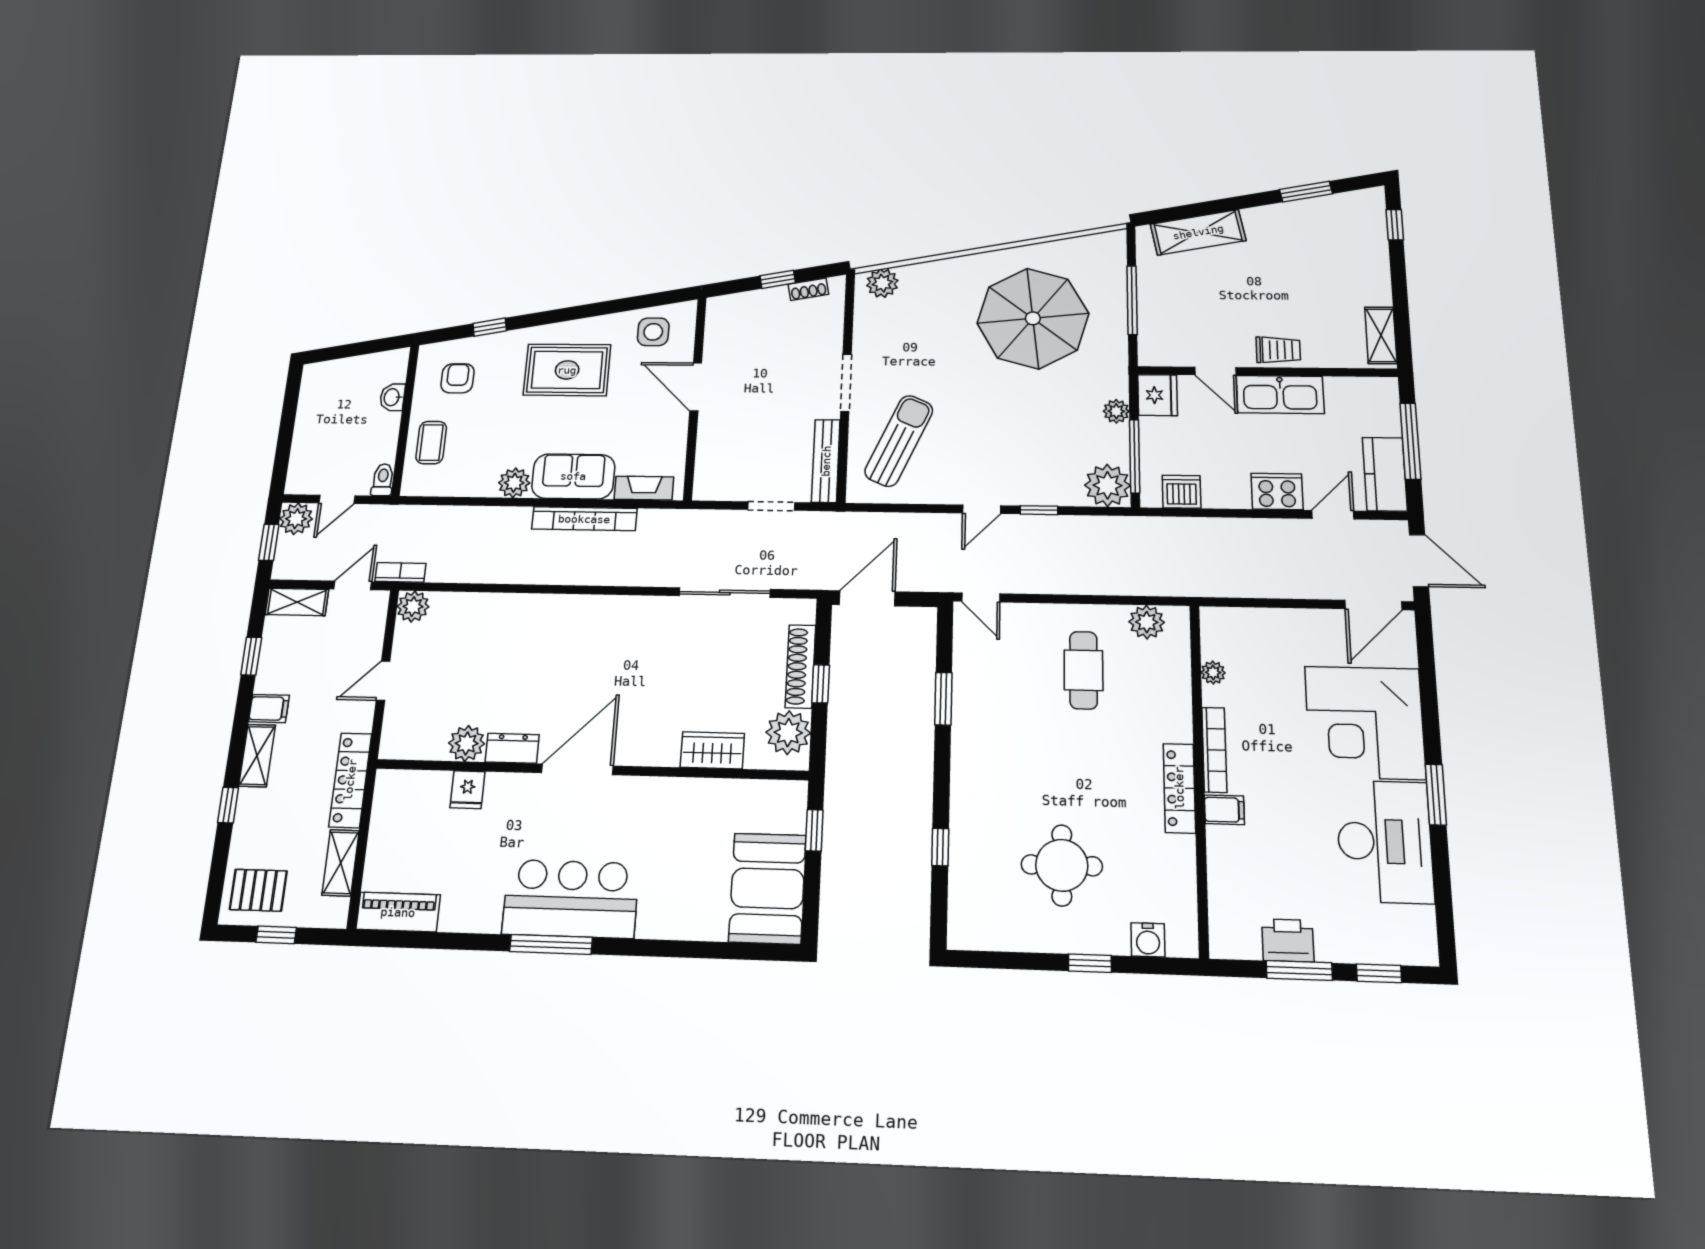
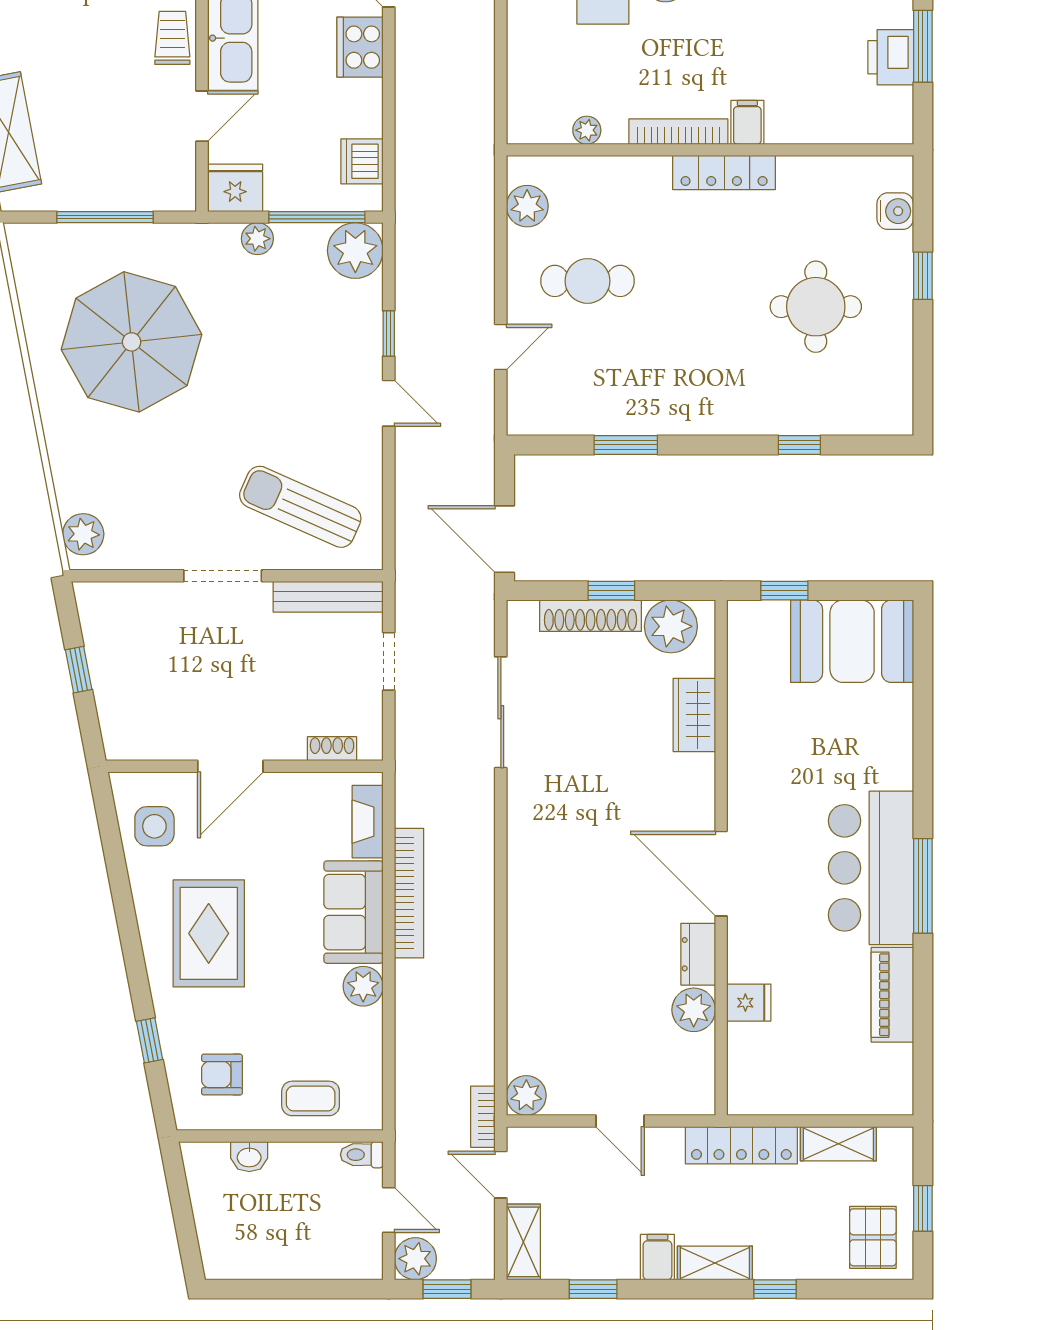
shoe rack: (808, 289) -> (332, 749), moved, turned -79
door: (981, 597) -> (501, 347), moved
piano: (398, 912) -> (892, 995), moved

